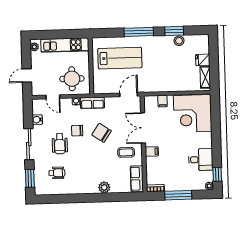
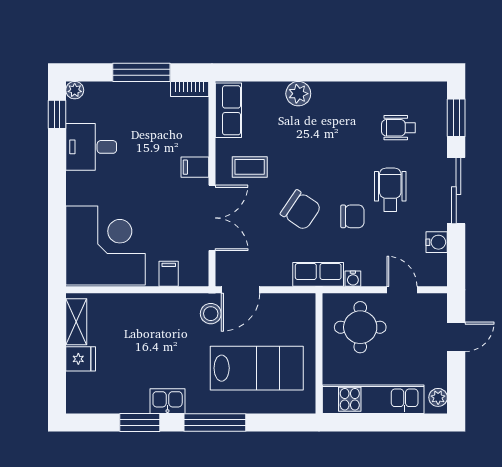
kitchen sink: (161, 41) -> (168, 401), added
stool: (179, 41) -> (211, 314), moved
lab bench: (120, 58) -> (257, 368), turned 180

